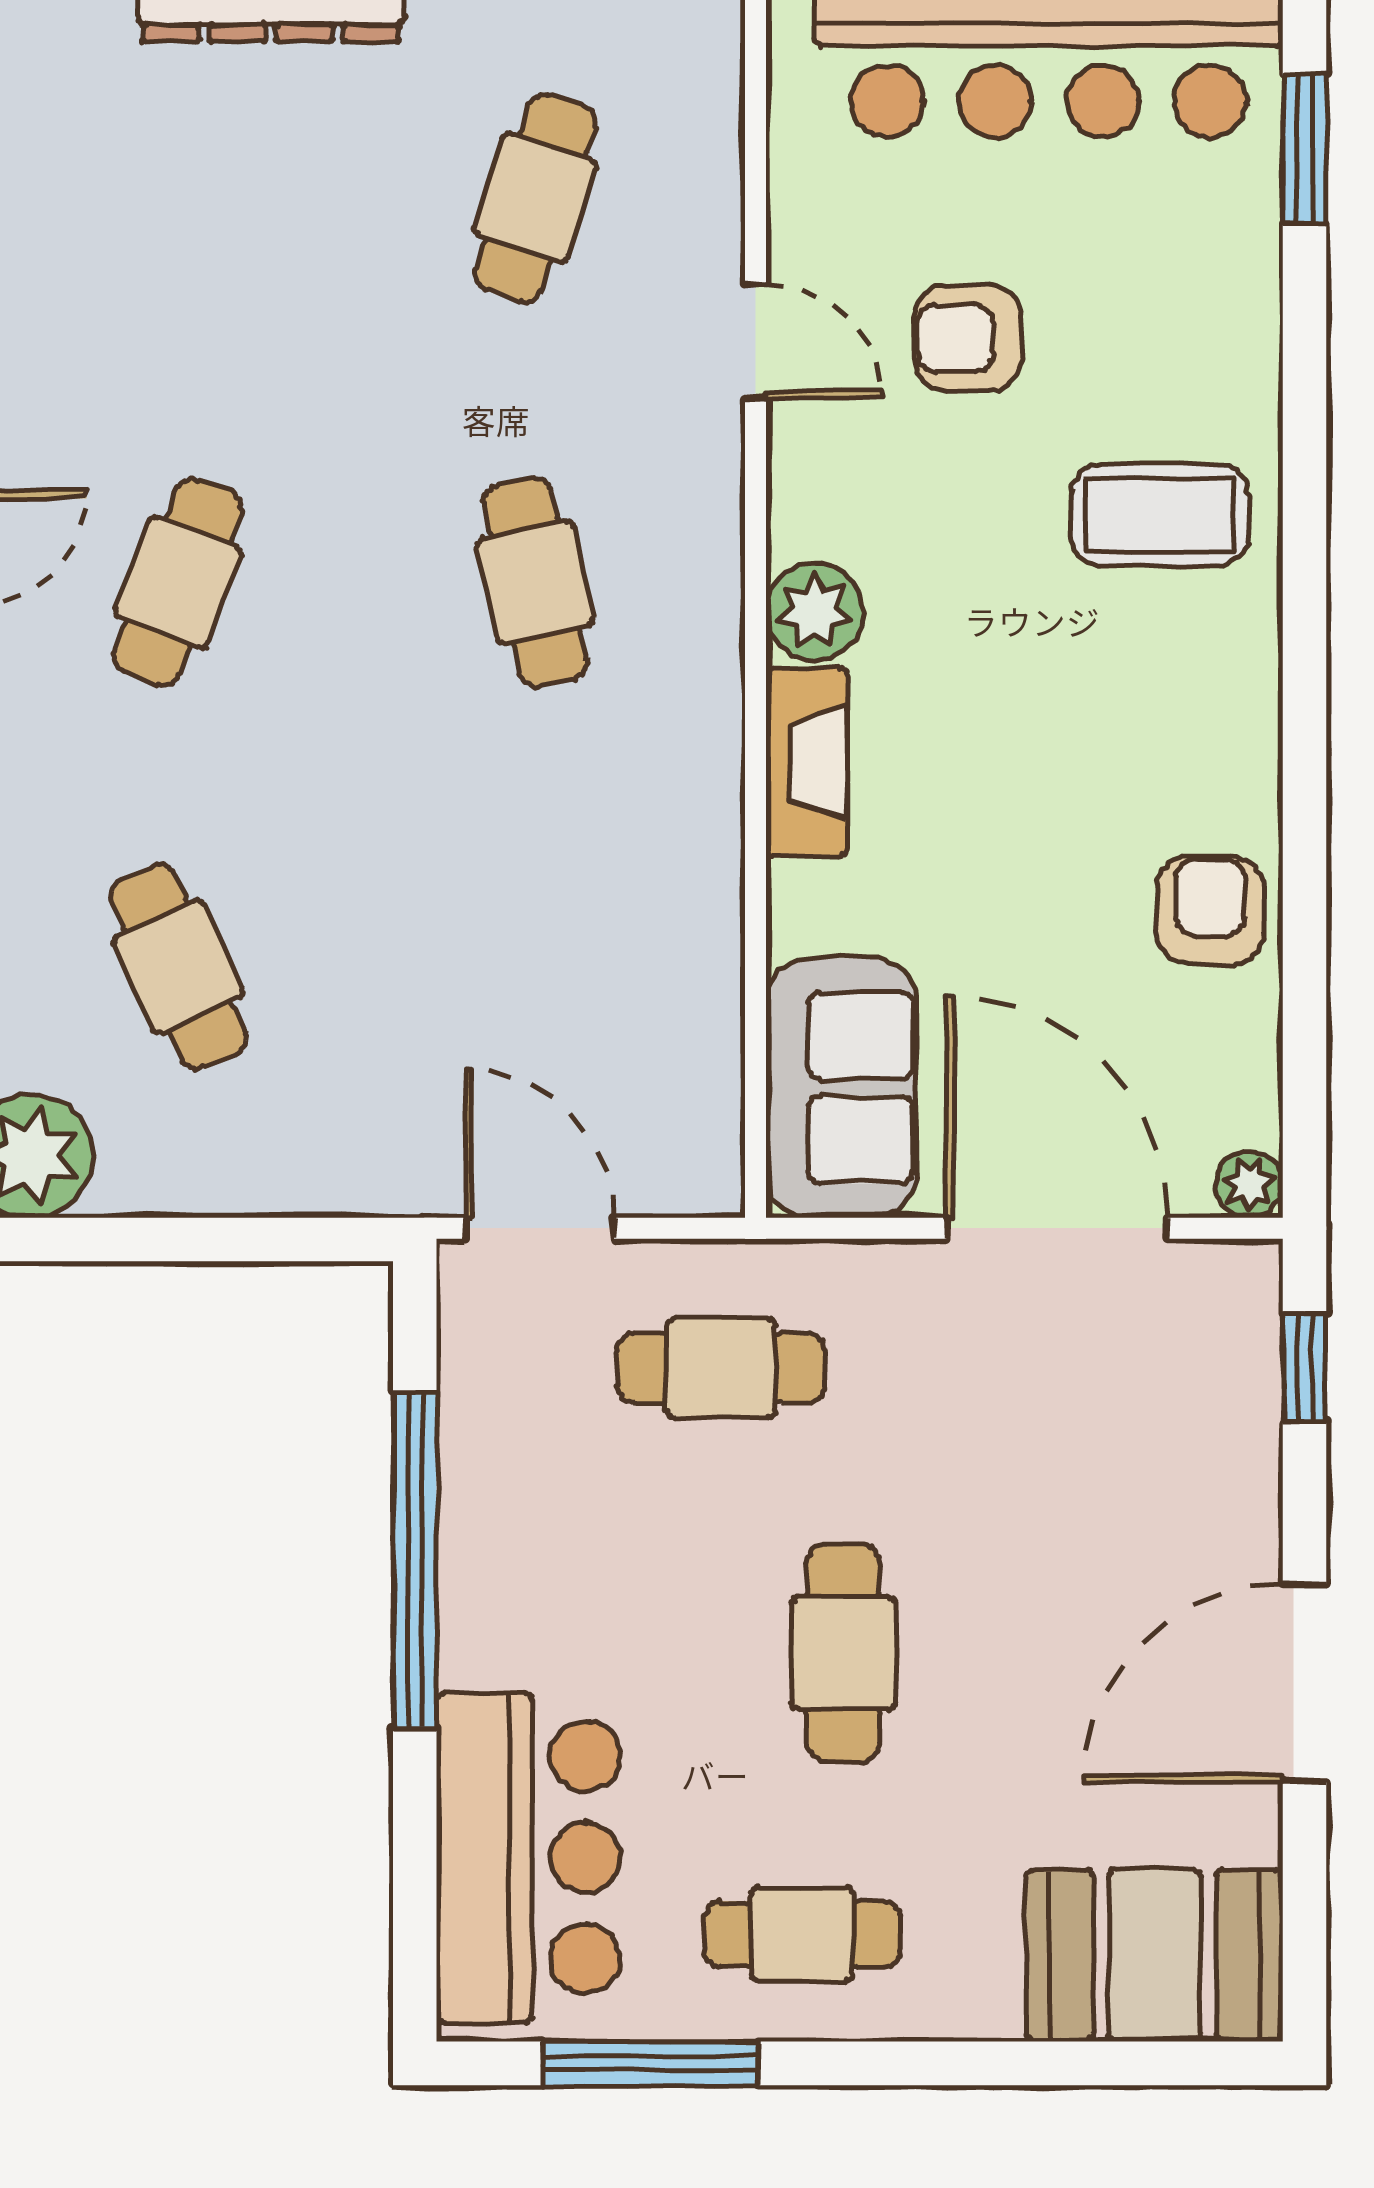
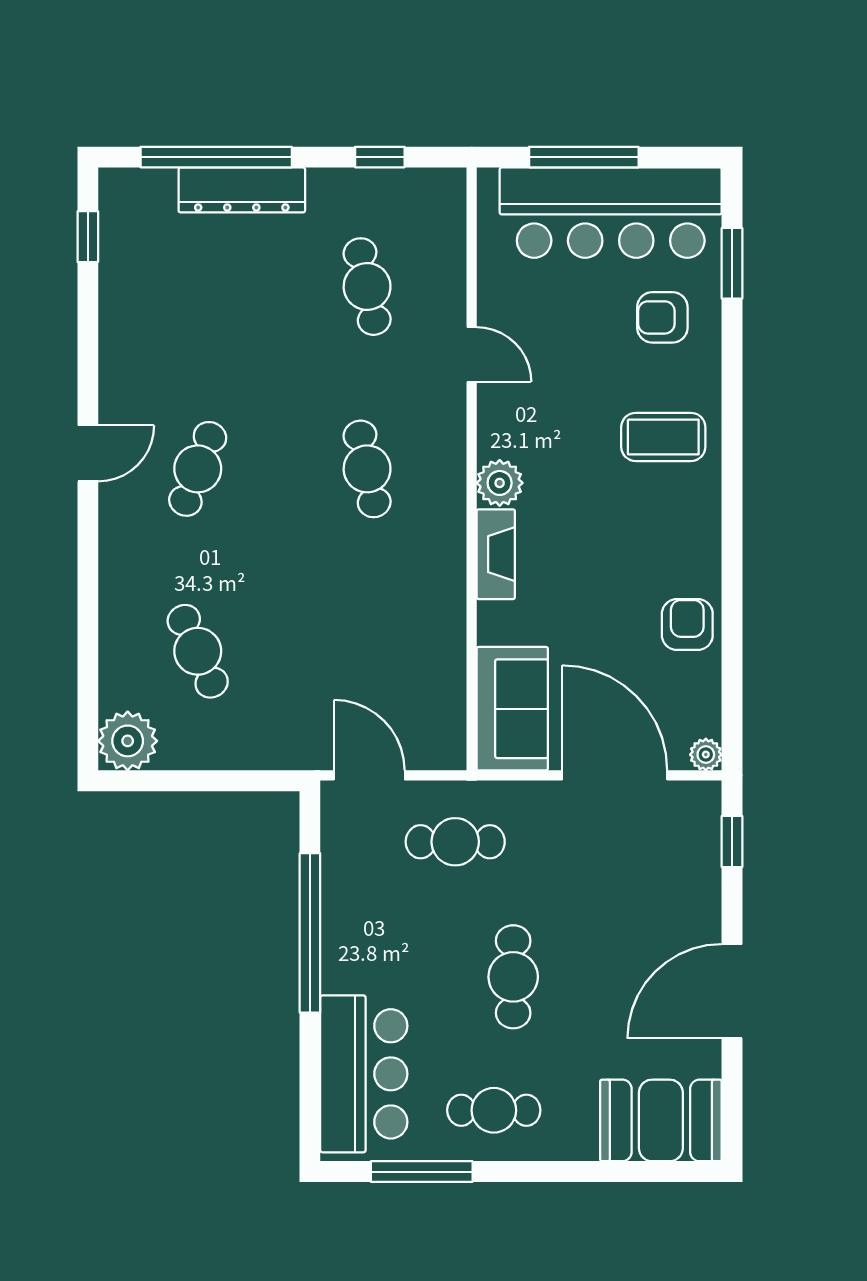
cafe table: (535, 198) -> (367, 287), turned -30
armchair: (968, 338) -> (662, 317), moved

